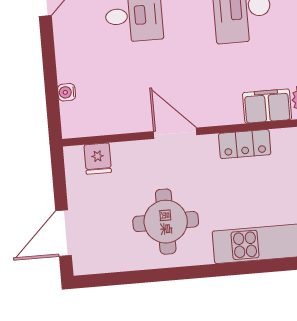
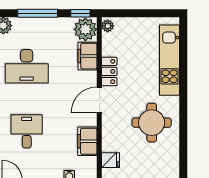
filing cabinet: (126, 118) -> (87, 141), added
door: (175, 133) -> (99, 100), moved

